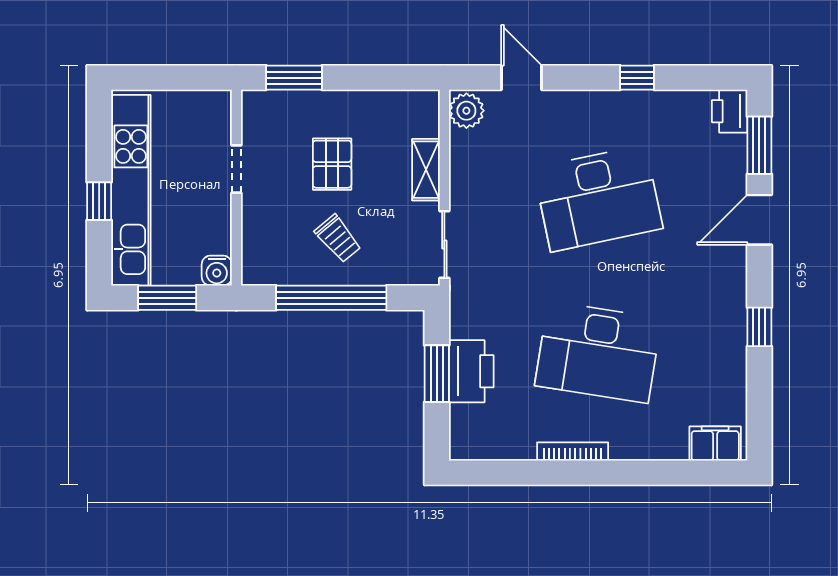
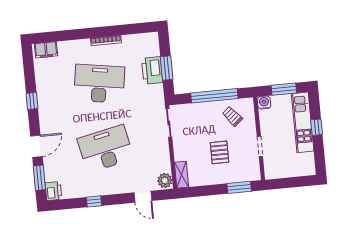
shelving: (426, 170) -> (182, 175), moved
kitchen unit: (131, 190) -> (303, 122), width x0.73
trolley: (338, 239) -> (232, 116), moved

